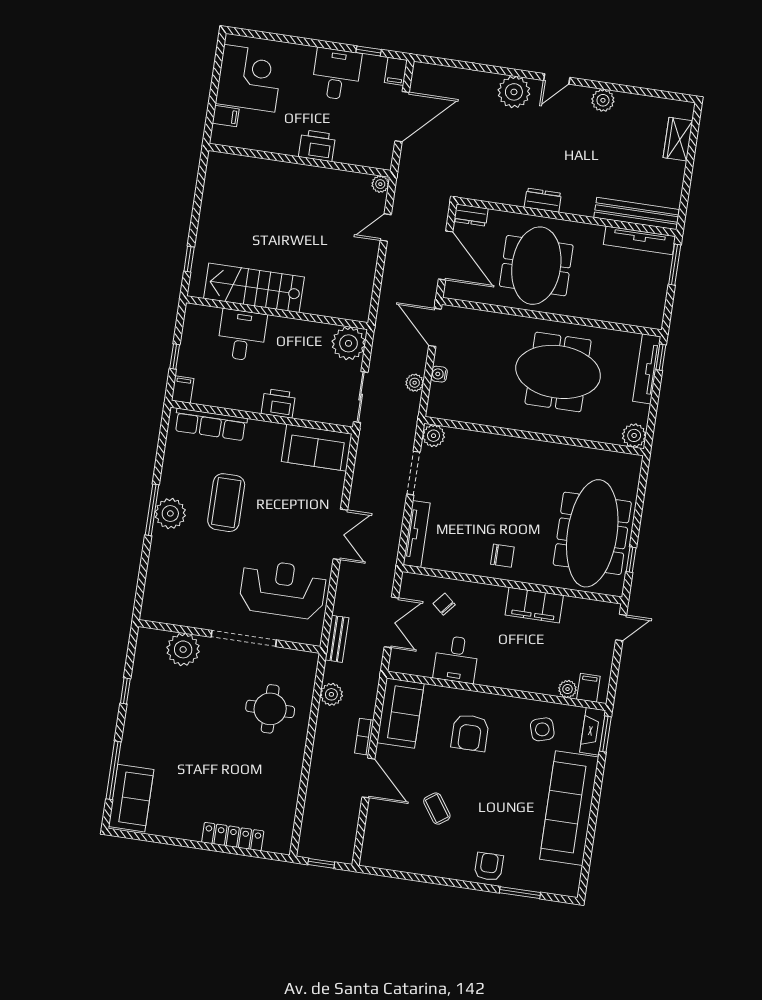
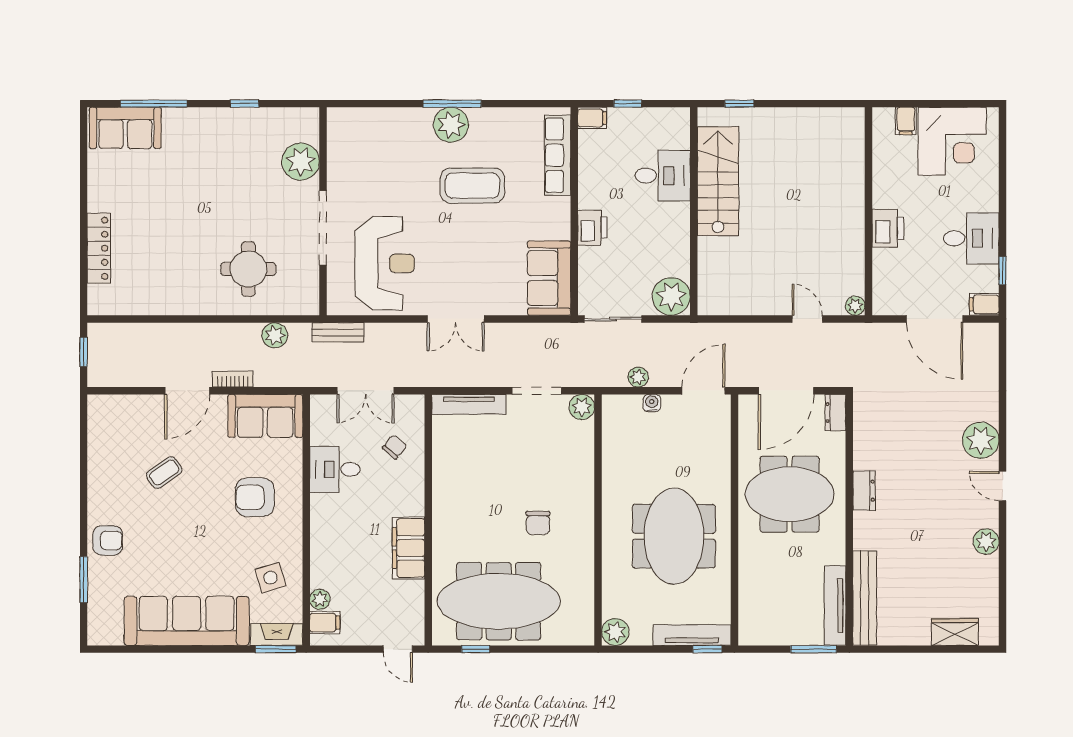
chair: (502, 556) -> (538, 523), moved

